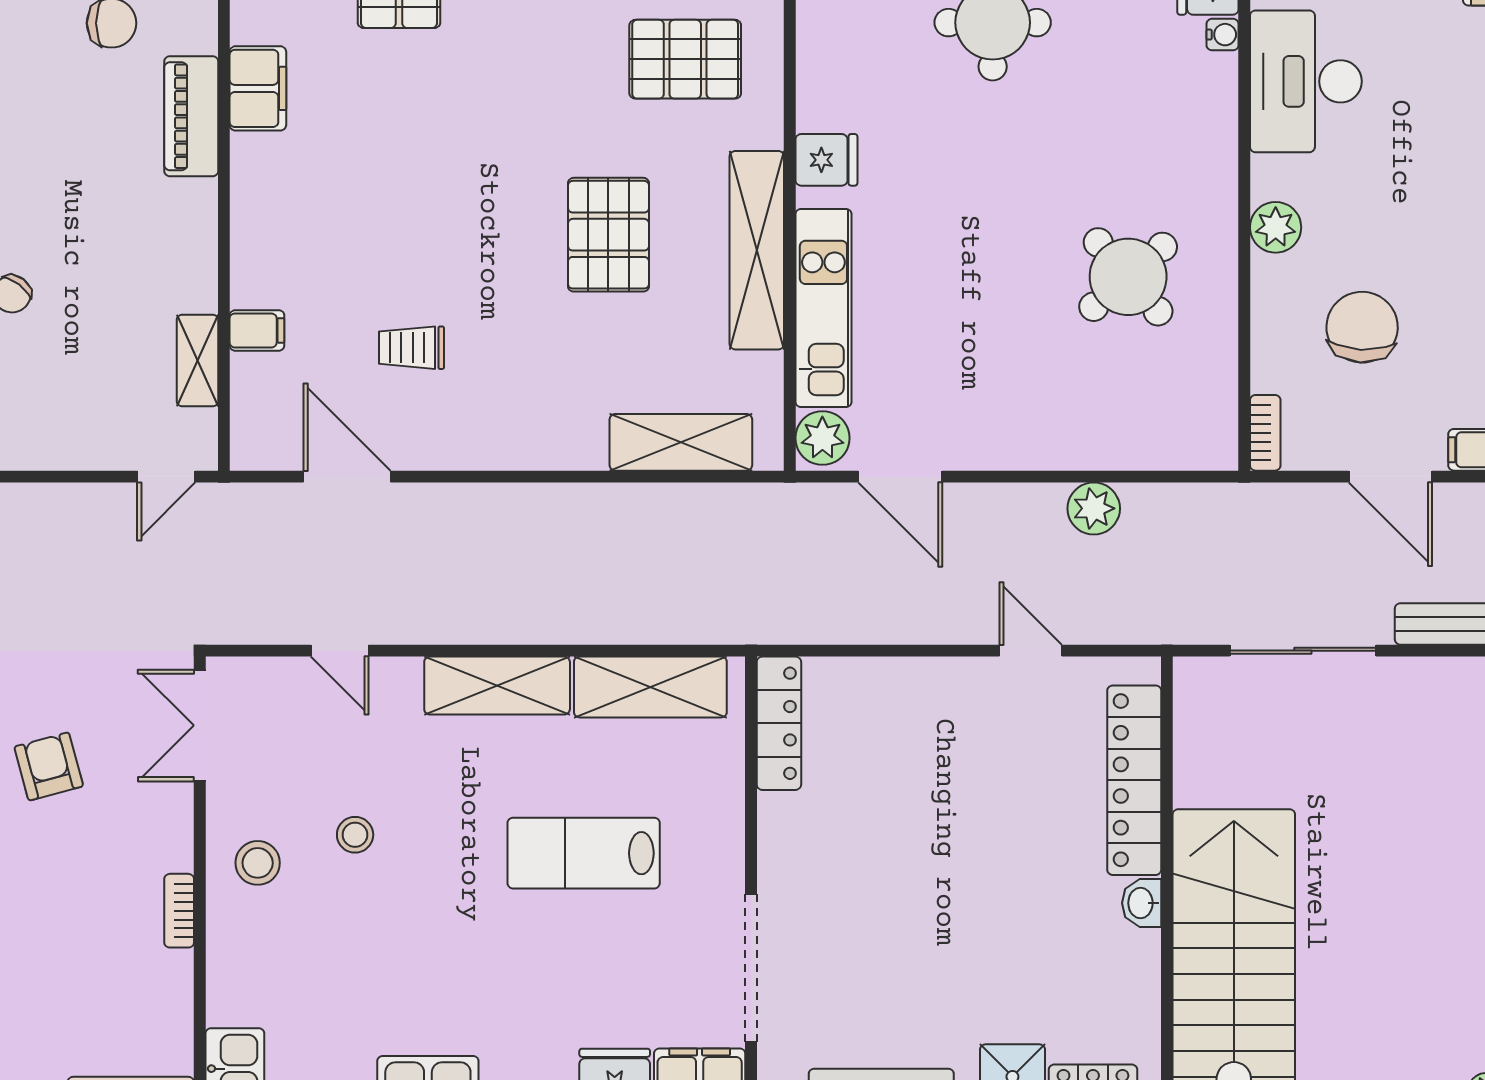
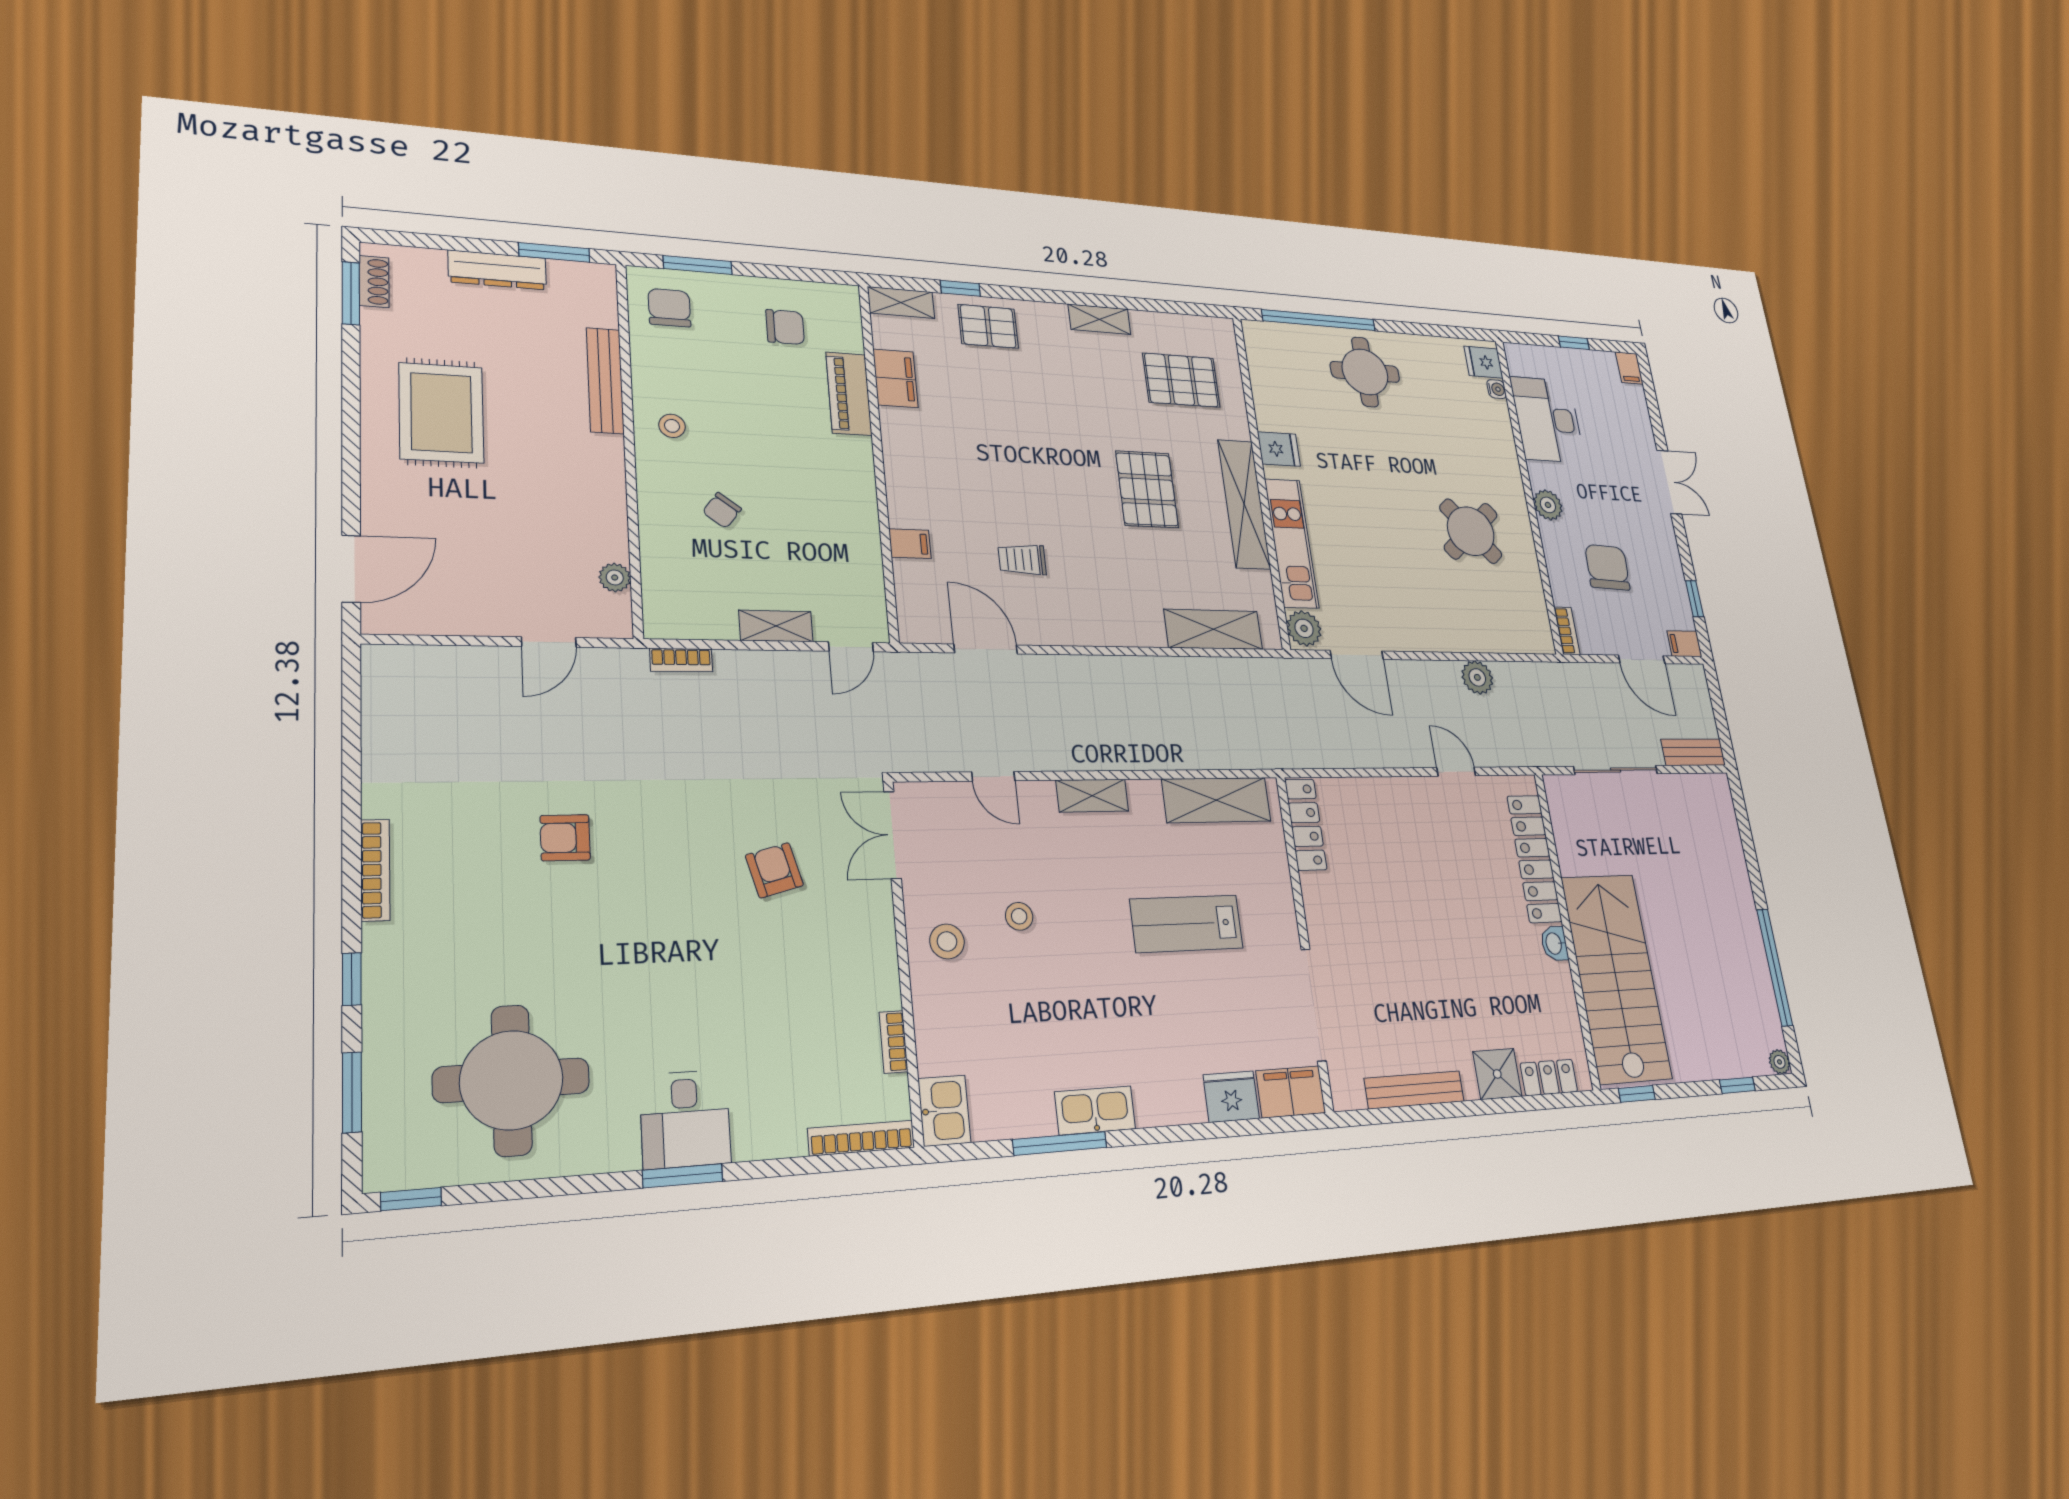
shelving: (197, 360) -> (776, 626), moved, turned 90
shelving: (497, 686) -> (1092, 796), width x0.67, depth x0.75
bookcase: (179, 911) -> (893, 1042), moved

